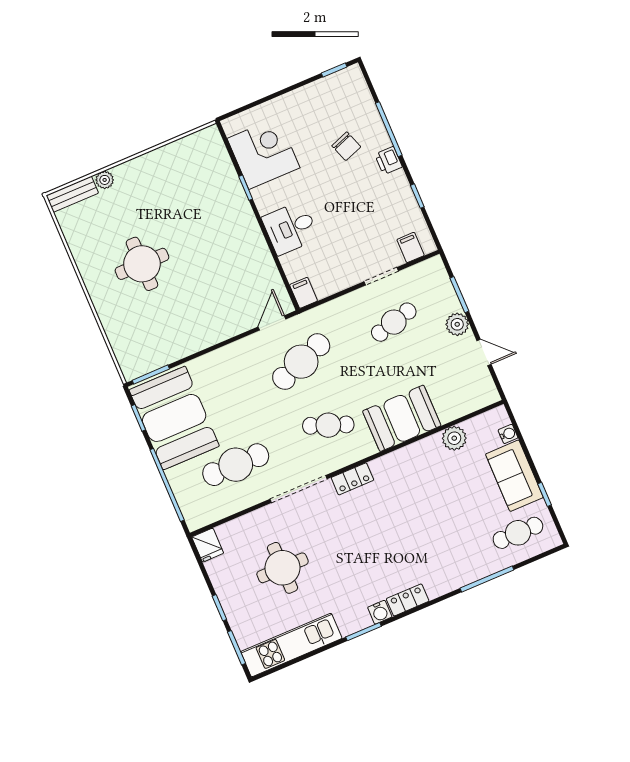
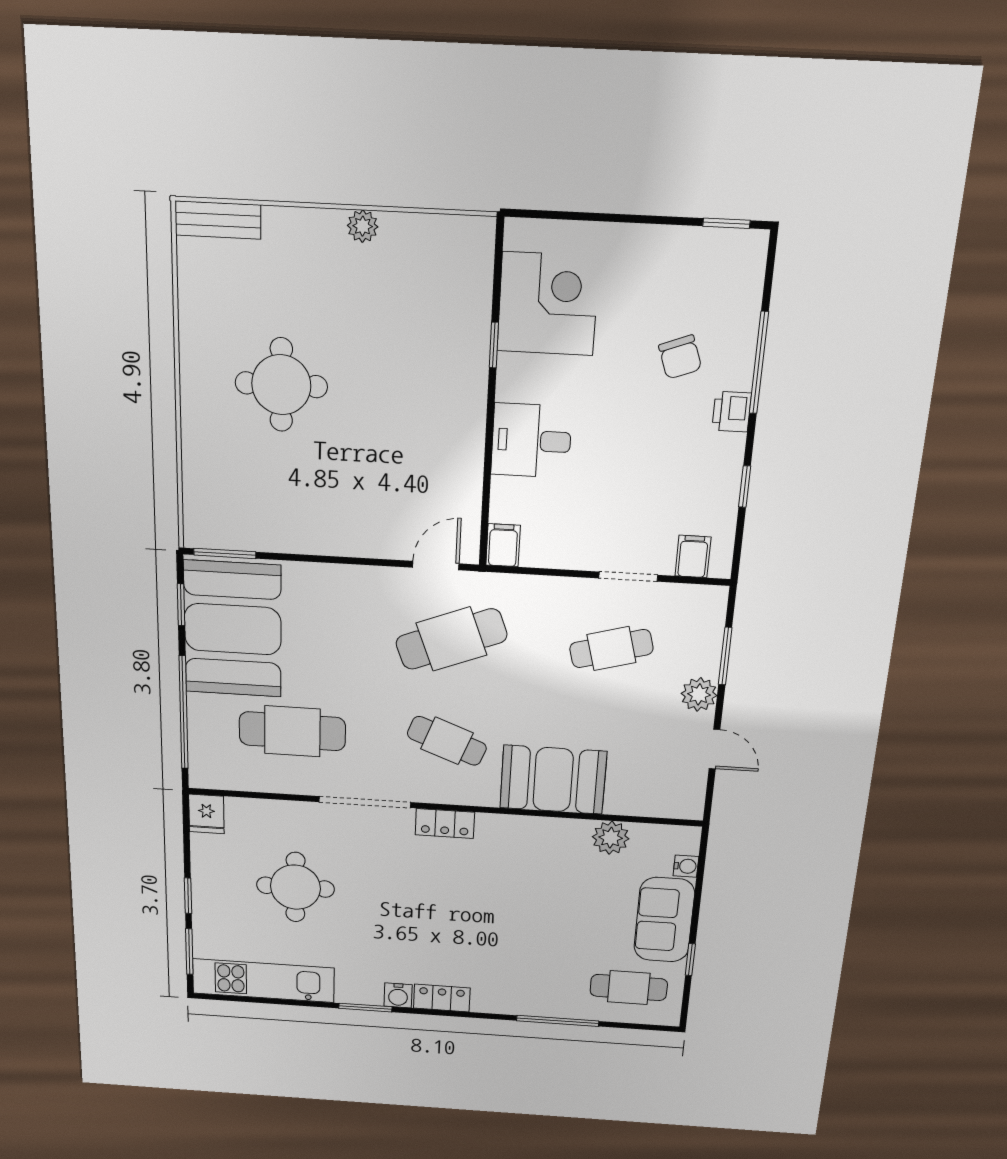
plant: (105, 180) -> (363, 226), moved

